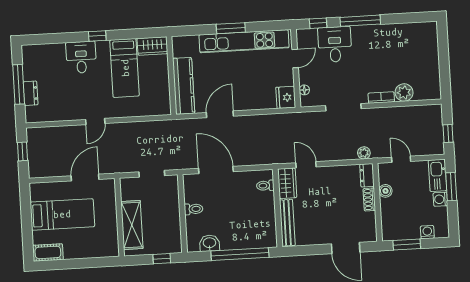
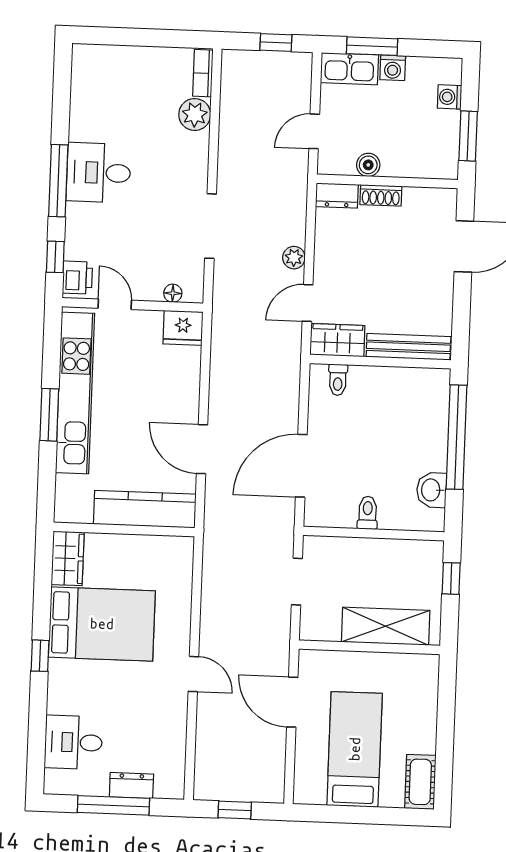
printer: (308, 36) -> (77, 278), added
desk: (335, 44) -> (99, 173), moved
desk: (81, 57) -> (73, 742), moved
bed: (125, 68) -> (102, 624), width x1.50
bookcase: (381, 98) -> (203, 73), moved
plant: (364, 153) -> (294, 258), moved

